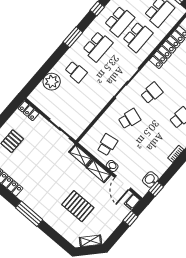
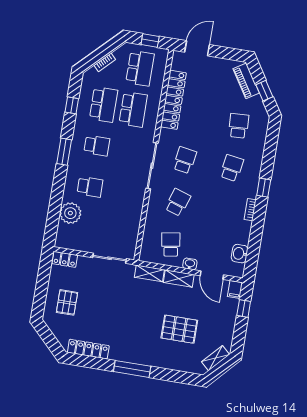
school desk: (98, 47) -> (97, 146), width x0.54
window: (156, 189) -> (252, 260), removed

